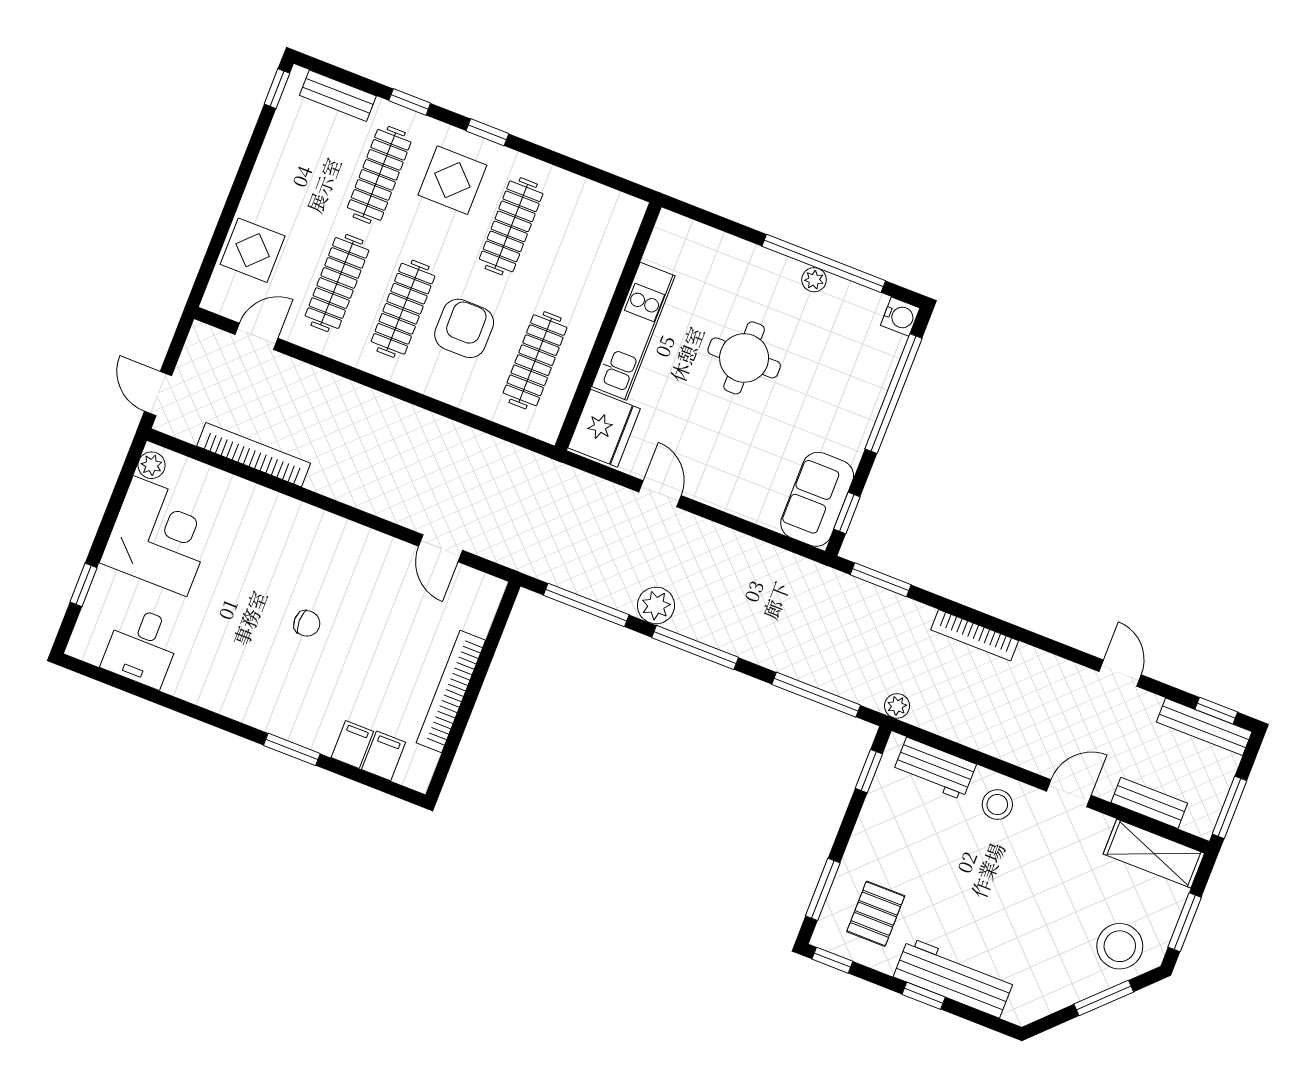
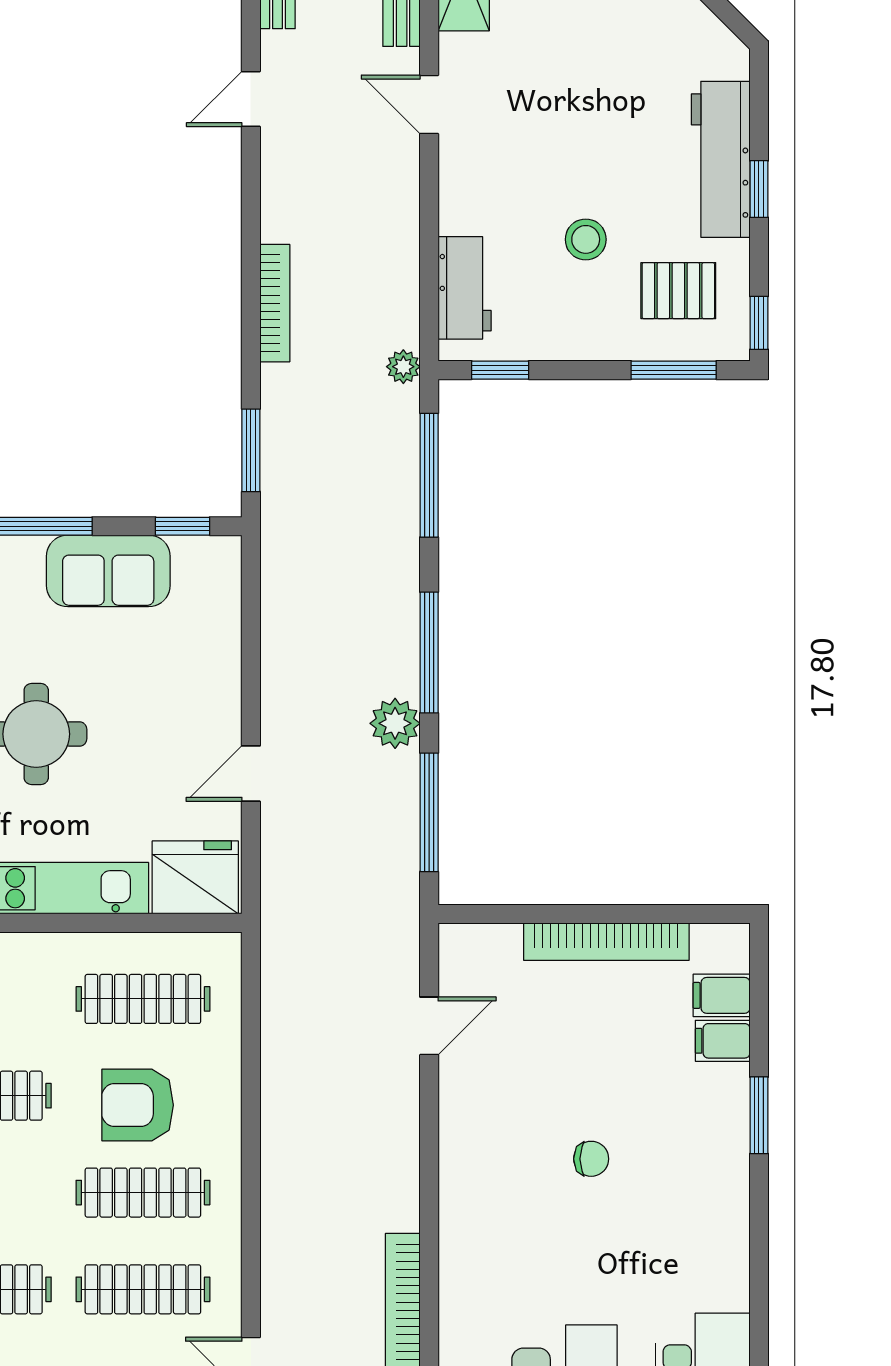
sofa: (817, 499) -> (108, 571), moved
chair: (307, 623) -> (591, 1159), turned 90
stool: (997, 805) -> (586, 239), moved

